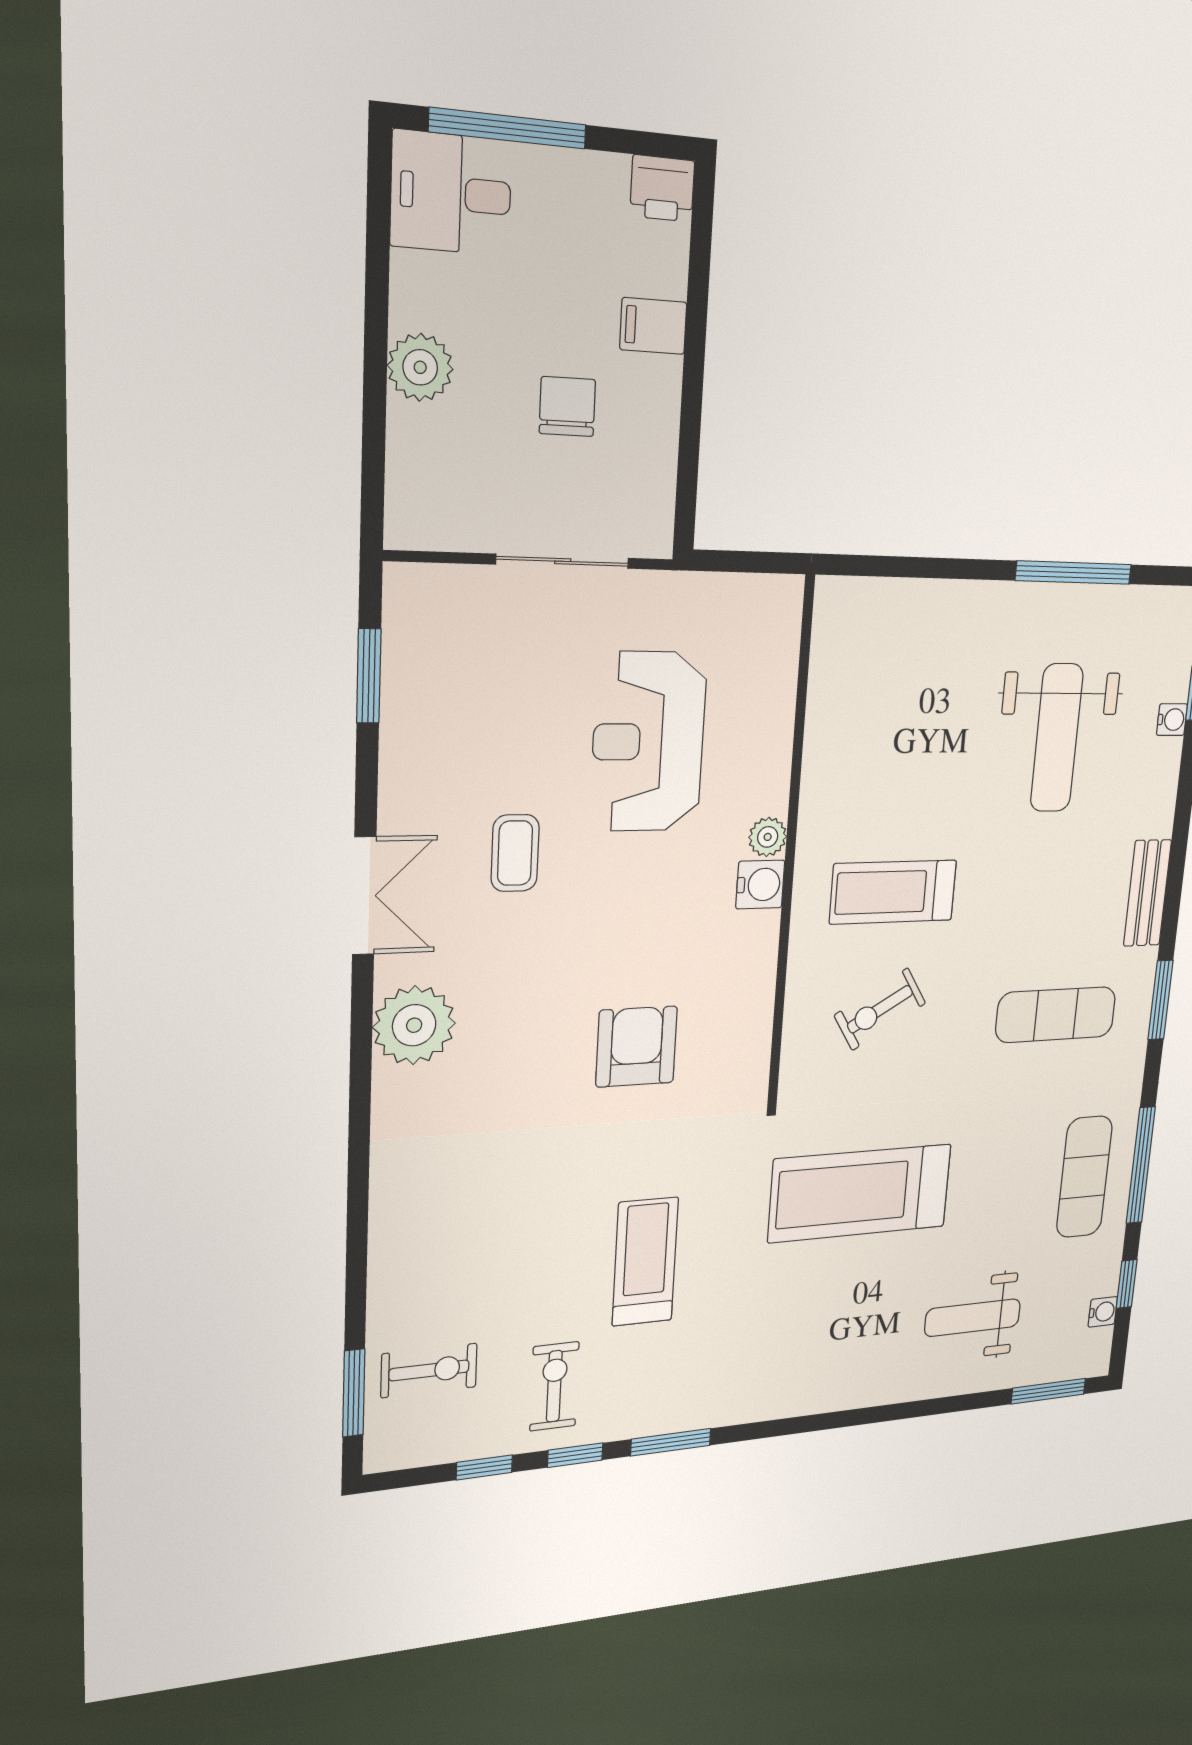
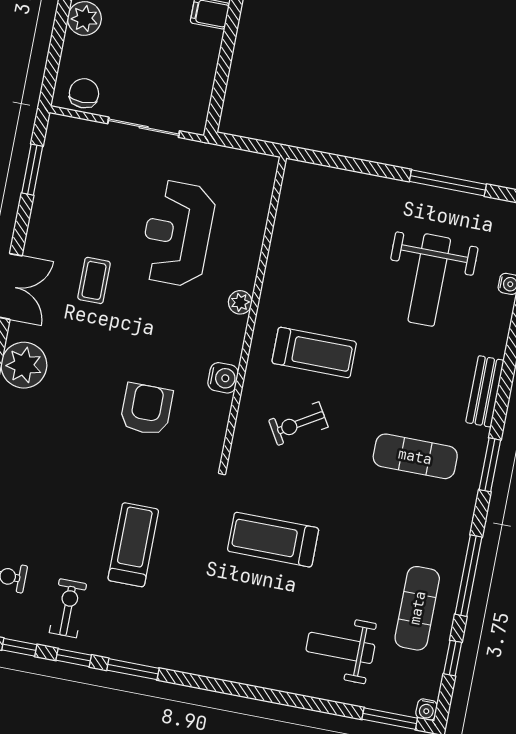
chair: (567, 407) -> (84, 93), moved
water cooler: (760, 885) -> (223, 378), moved
treadmill: (893, 892) -> (314, 352), turned 180
exercise mat: (1084, 1177) -> (417, 608), moved
treadmill: (860, 1193) -> (273, 540), width x0.73, depth x0.73
water cooler: (1103, 1312) -> (427, 710), moved, turned 90

